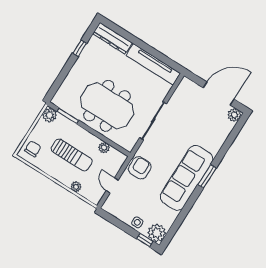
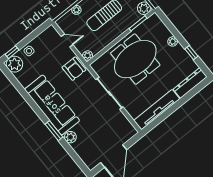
plant: (75, 72) -> (173, 41), added
plant: (234, 115) -> (70, 137), moved
plant: (104, 148) -> (88, 56), moved
window: (207, 176) -> (54, 131), moved

